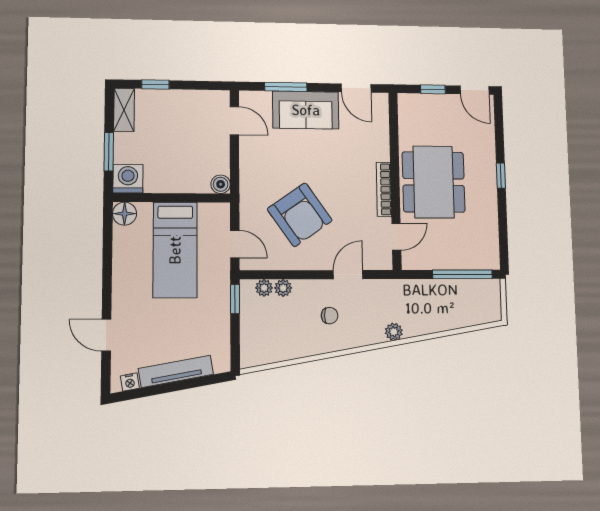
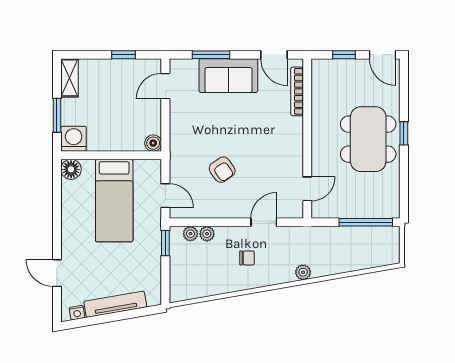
window: (155, 85) -> (123, 55), moved
door: (234, 121) -> (165, 86), swing flipped
dining table: (434, 182) -> (368, 139), moved
bookcase: (384, 189) -> (297, 91), moved
armchair: (300, 215) -> (222, 170), width x0.53, depth x0.53

